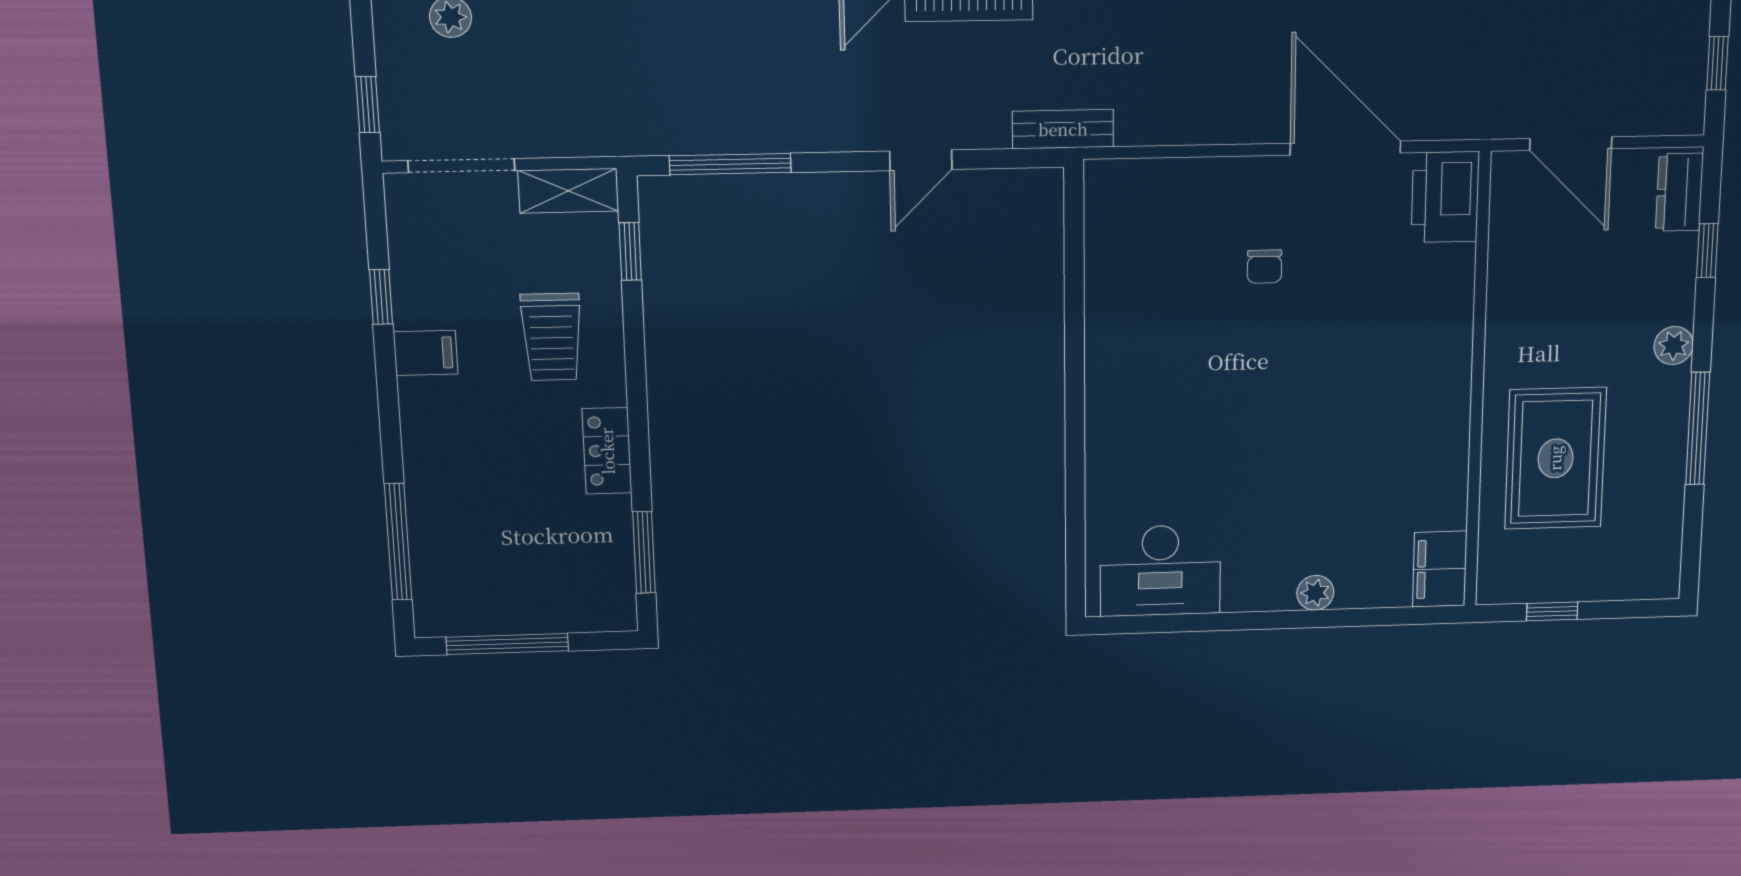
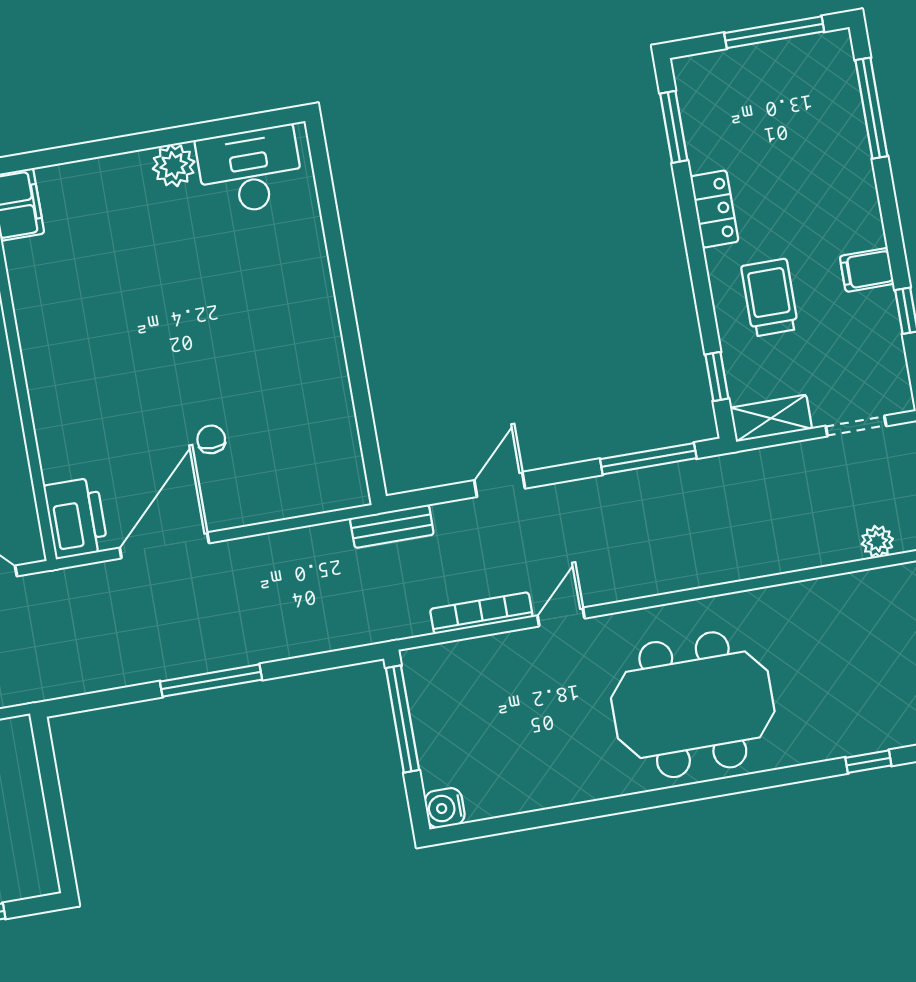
door: (1345, 148) -> (164, 545), swing flipped
doorway: (461, 166) -> (856, 426), width x0.73
plant: (1315, 593) -> (174, 165), moved, width x1.38, depth x1.38

